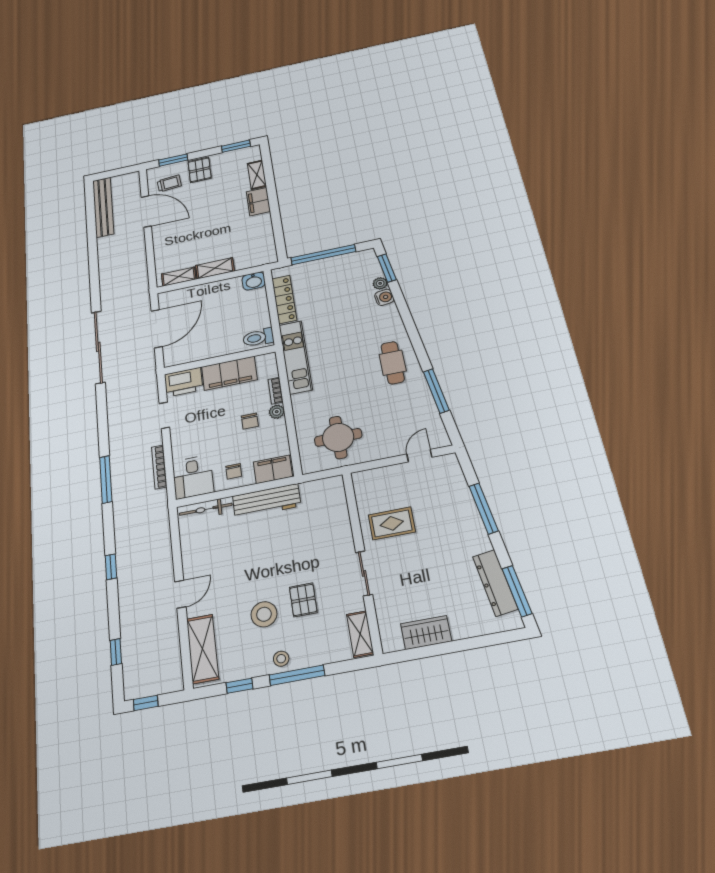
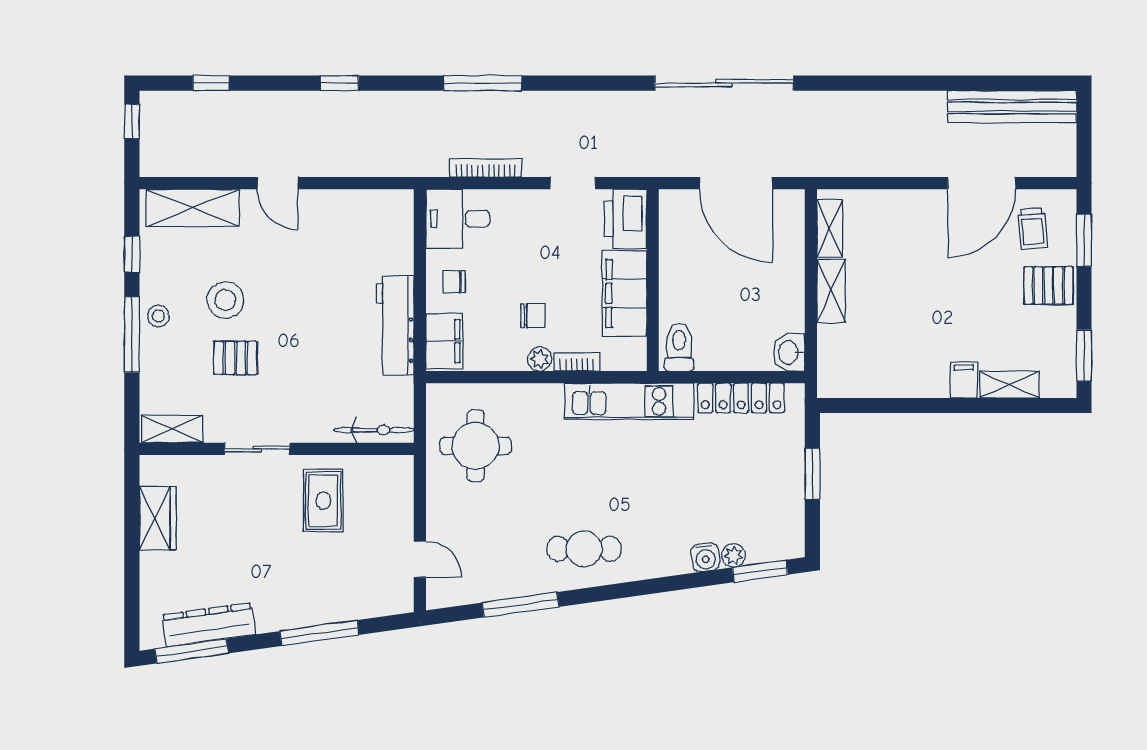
filing cabinet: (258, 202) -> (964, 380), width x0.50
window: (323, 255) -> (812, 474), width x0.47
chair: (250, 421) -> (533, 316), turned 180
bicycle: (206, 509) -> (374, 430), moved, turned 90

